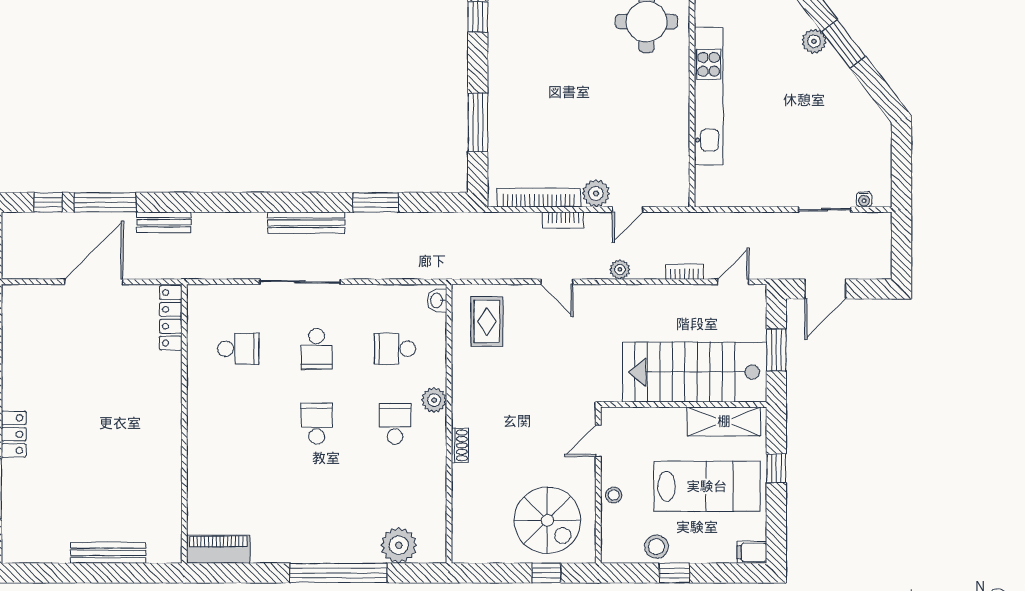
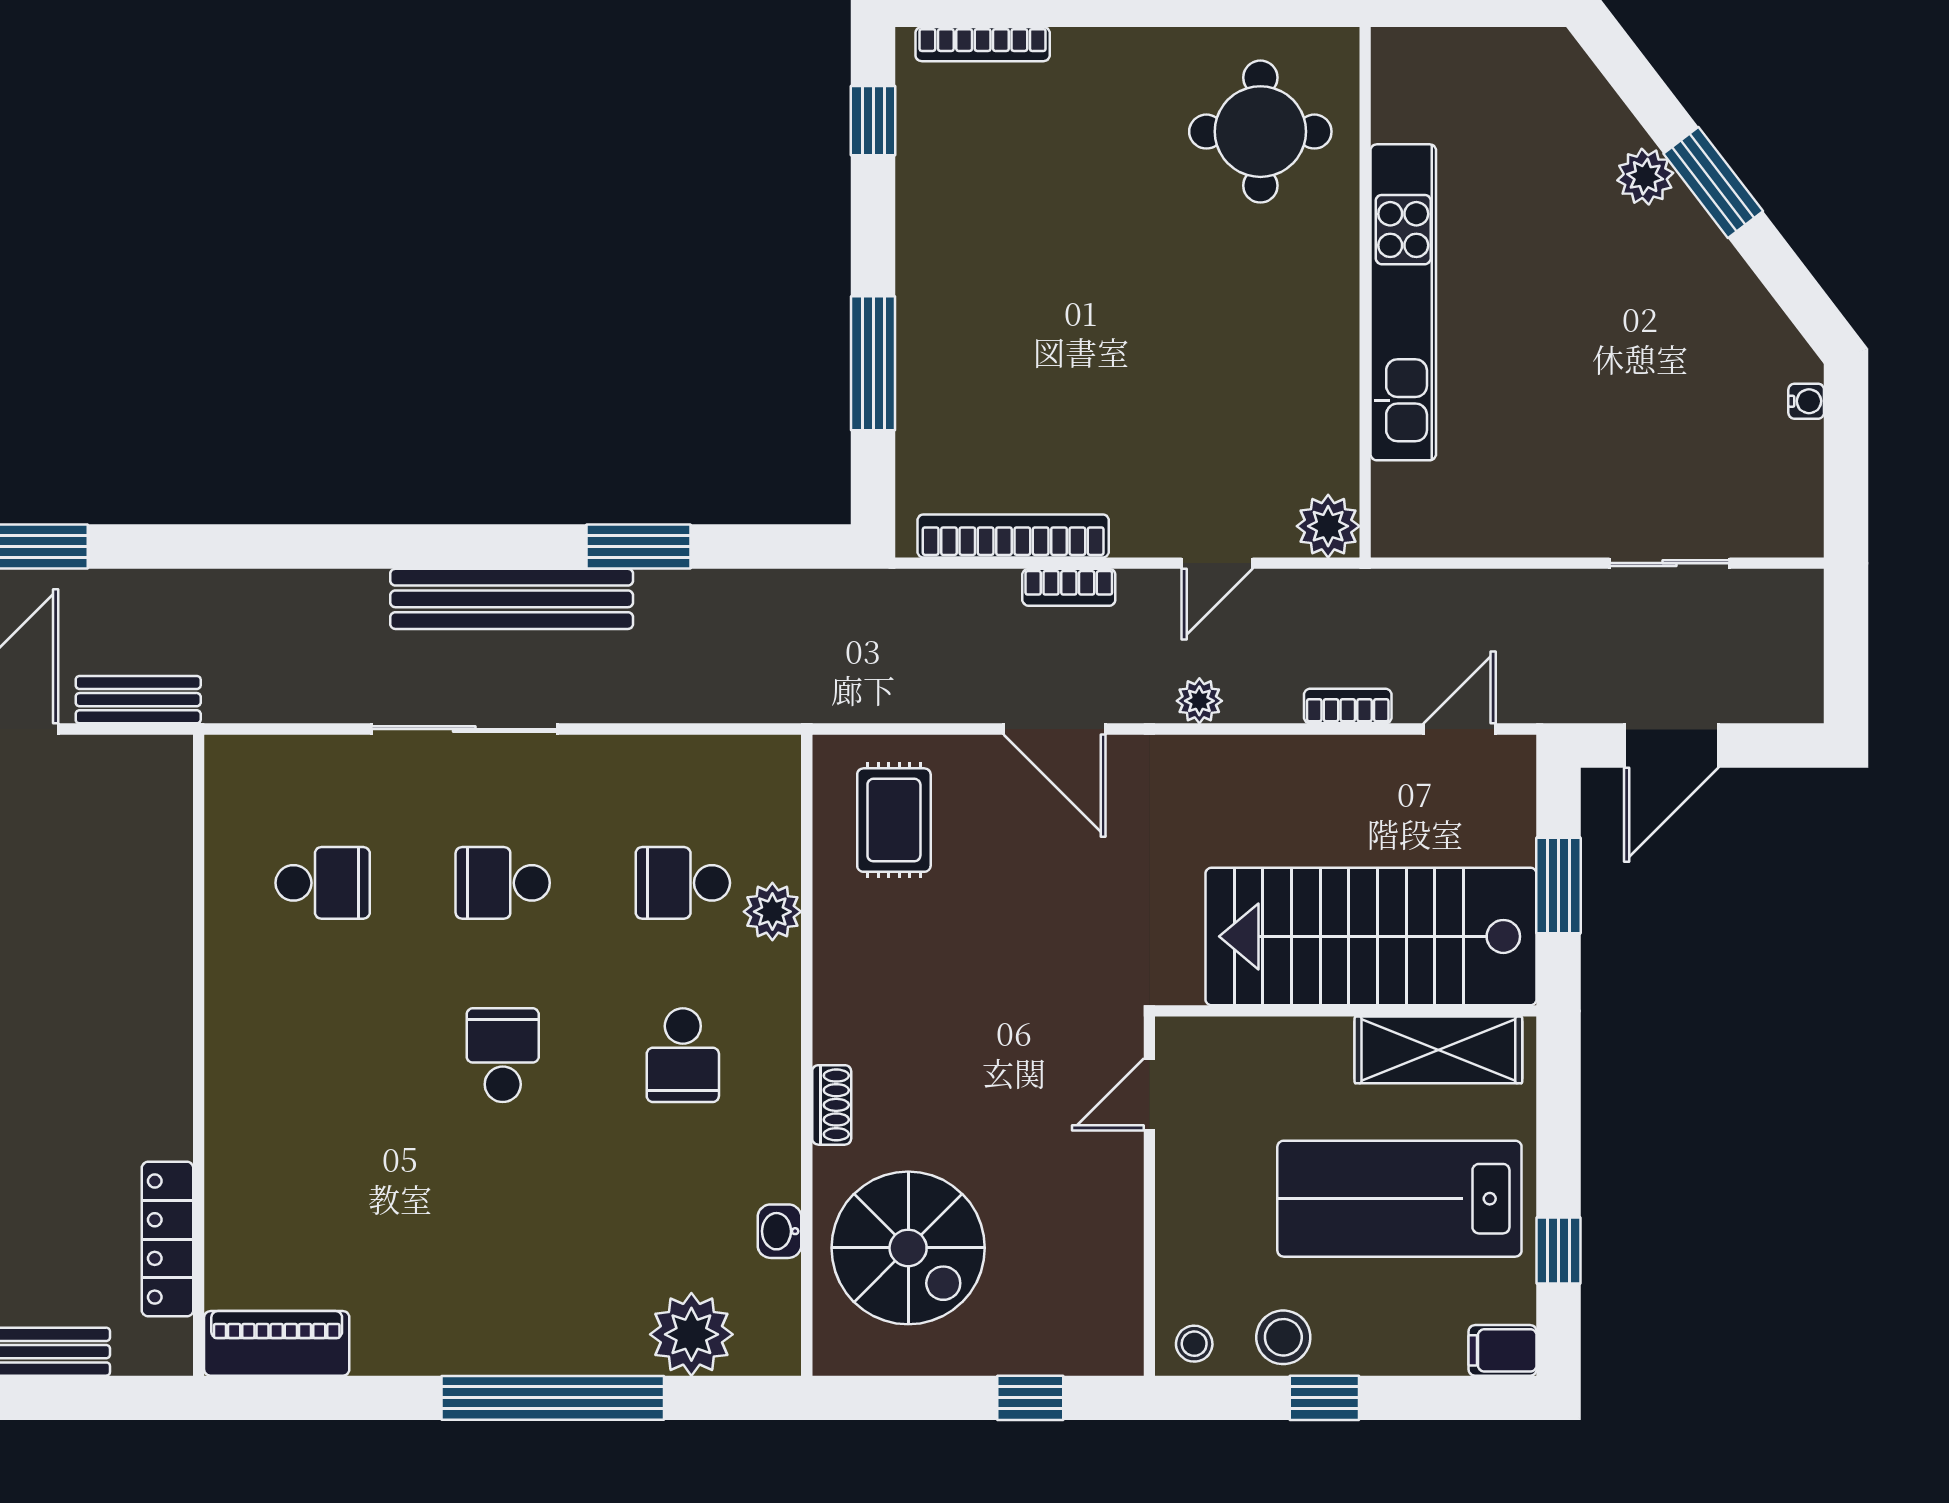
plant: (596, 193) -> (1328, 526), moved
water cooler: (864, 199) -> (1806, 401), moved, turned -90
bench: (164, 222) -> (138, 700), moved
bench: (306, 223) -> (512, 599), width x1.37, depth x1.21
door: (557, 282) -> (1055, 729), width x1.38
washbasin: (437, 300) -> (779, 1231), moved
locker: (171, 318) -> (168, 1239), moved
school desk: (317, 349) -> (503, 883), turned 90
plant: (434, 400) -> (772, 912), moved
school desk: (395, 424) -> (683, 1055), turned 180
window: (776, 468) -> (1559, 1251), moved
lab bench: (707, 486) -> (1399, 1199), turned 180
stool: (614, 495) -> (1194, 1344), moved
spiral stairs: (547, 520) -> (908, 1248), moved

